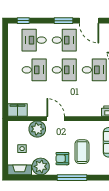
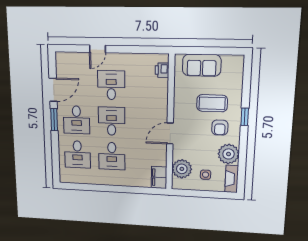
window: (23, 21) -> (56, 166), removed
desk: (64, 40) -> (77, 120), turned 180
desk: (34, 70) -> (112, 156), turned 180
plant: (37, 129) -> (182, 169), moved
window: (72, 178) -> (245, 117), width x0.46

